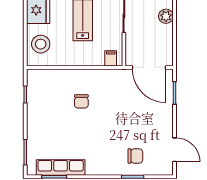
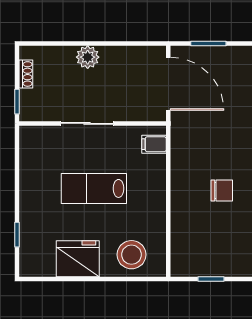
door: (149, 67) -> (168, 84), hinge flipped

